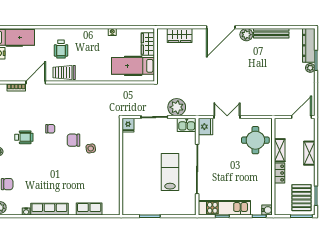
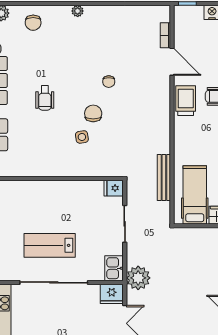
bench: (120, 88) -> (164, 177), added
plant: (177, 107) -> (138, 278), moved
wheelchair: (24, 137) -> (45, 98), moved
lab bench: (170, 172) -> (50, 245), turned 180

